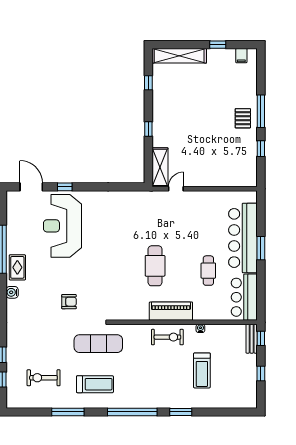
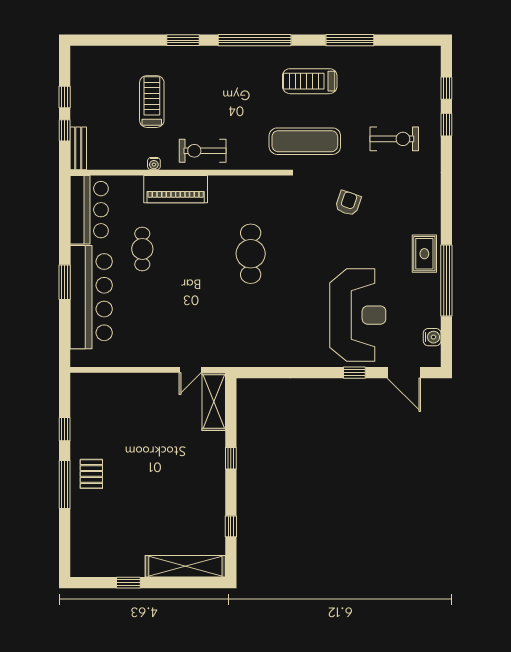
filing cabinet: (241, 56) -> (94, 566), removed
cafe table: (155, 266) -> (251, 254), moved
water cooler: (12, 292) -> (432, 337), moved
armchair: (69, 302) -> (348, 203), turned 109
piano: (171, 311) -> (176, 189), moved
window: (261, 338) -> (65, 130), moved
exercise bike: (43, 378) -> (394, 139), moved

